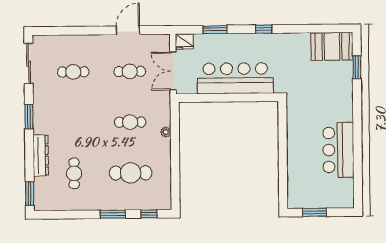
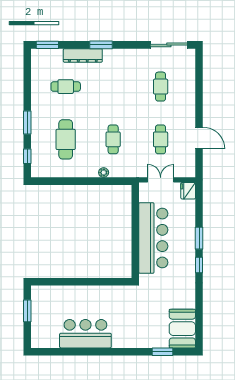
window: (215, 29) -> (199, 238), moved
double door: (173, 71) -> (161, 180), width x0.73
window: (29, 117) -> (101, 45), moved

